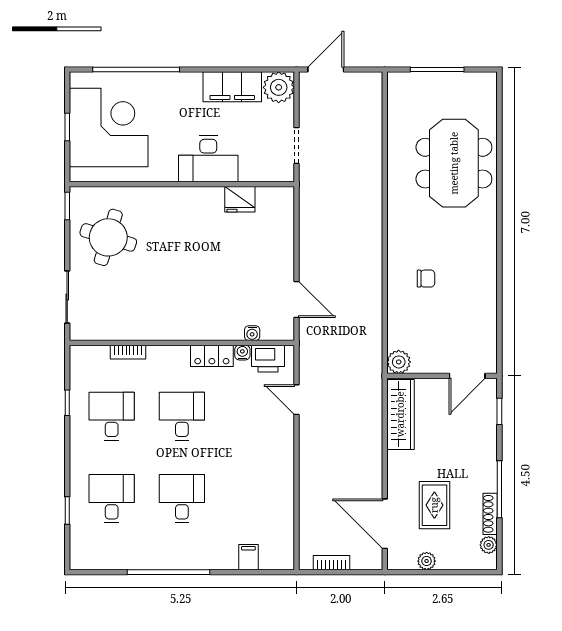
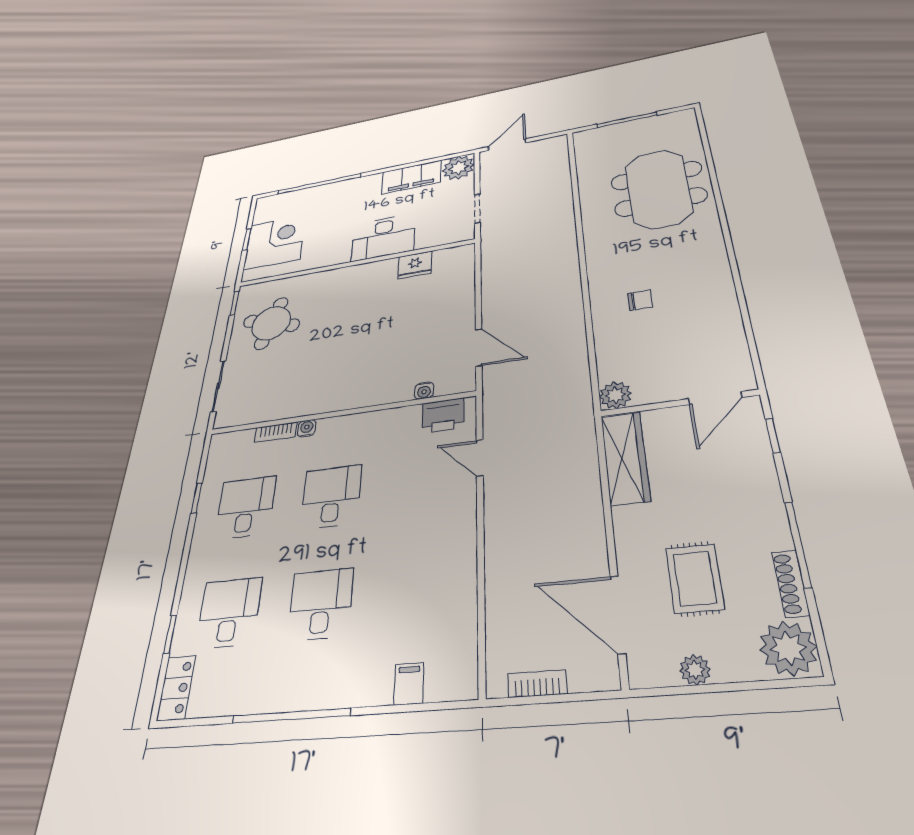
corner desk: (109, 128) -> (275, 242), width x0.74, depth x0.74
water cooler: (242, 353) -> (307, 428), moved
locker: (212, 356) -> (176, 688), moved, turned -90
plant: (489, 545) -> (788, 648), width x1.87, depth x1.87

